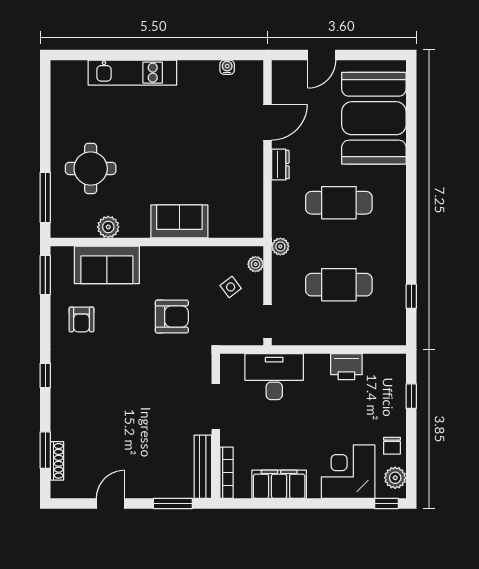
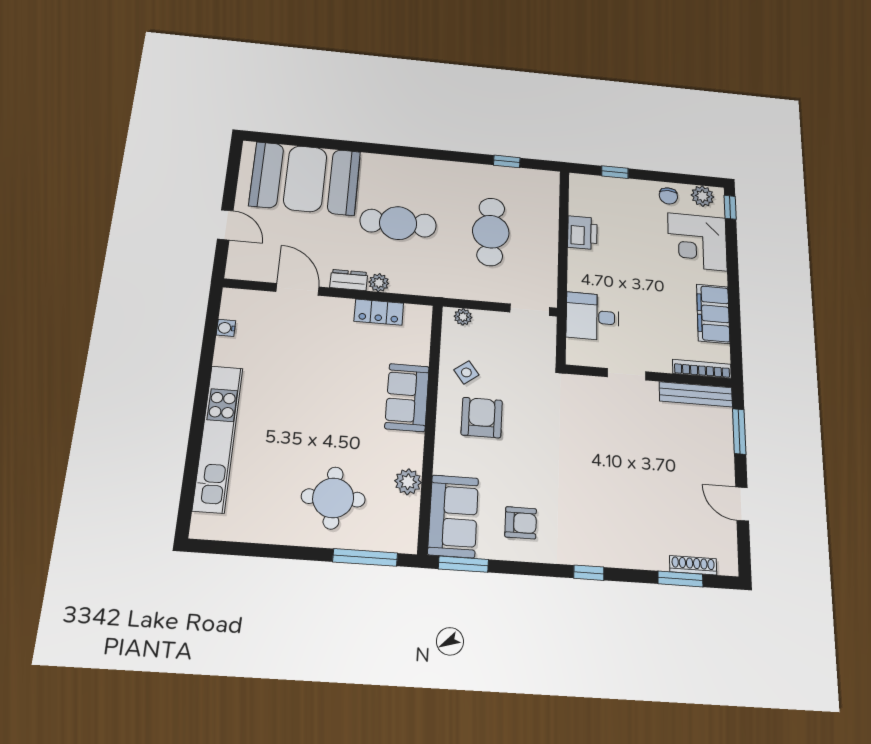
kitchen unit: (132, 73) -> (218, 438), width x1.36
locker: (253, 192) -> (379, 312), added
cafe table: (339, 203) -> (398, 223), turned 90
plant: (280, 246) -> (379, 283), moved
sofa: (107, 265) -> (453, 516), moved
side table: (231, 287) -> (466, 372), moved
armchair: (172, 317) -> (482, 418), moved
desk: (274, 377) -> (593, 317), width x0.73
doorway: (216, 407) -> (627, 374), width x0.73
chair: (392, 446) -> (668, 196), turned 90

